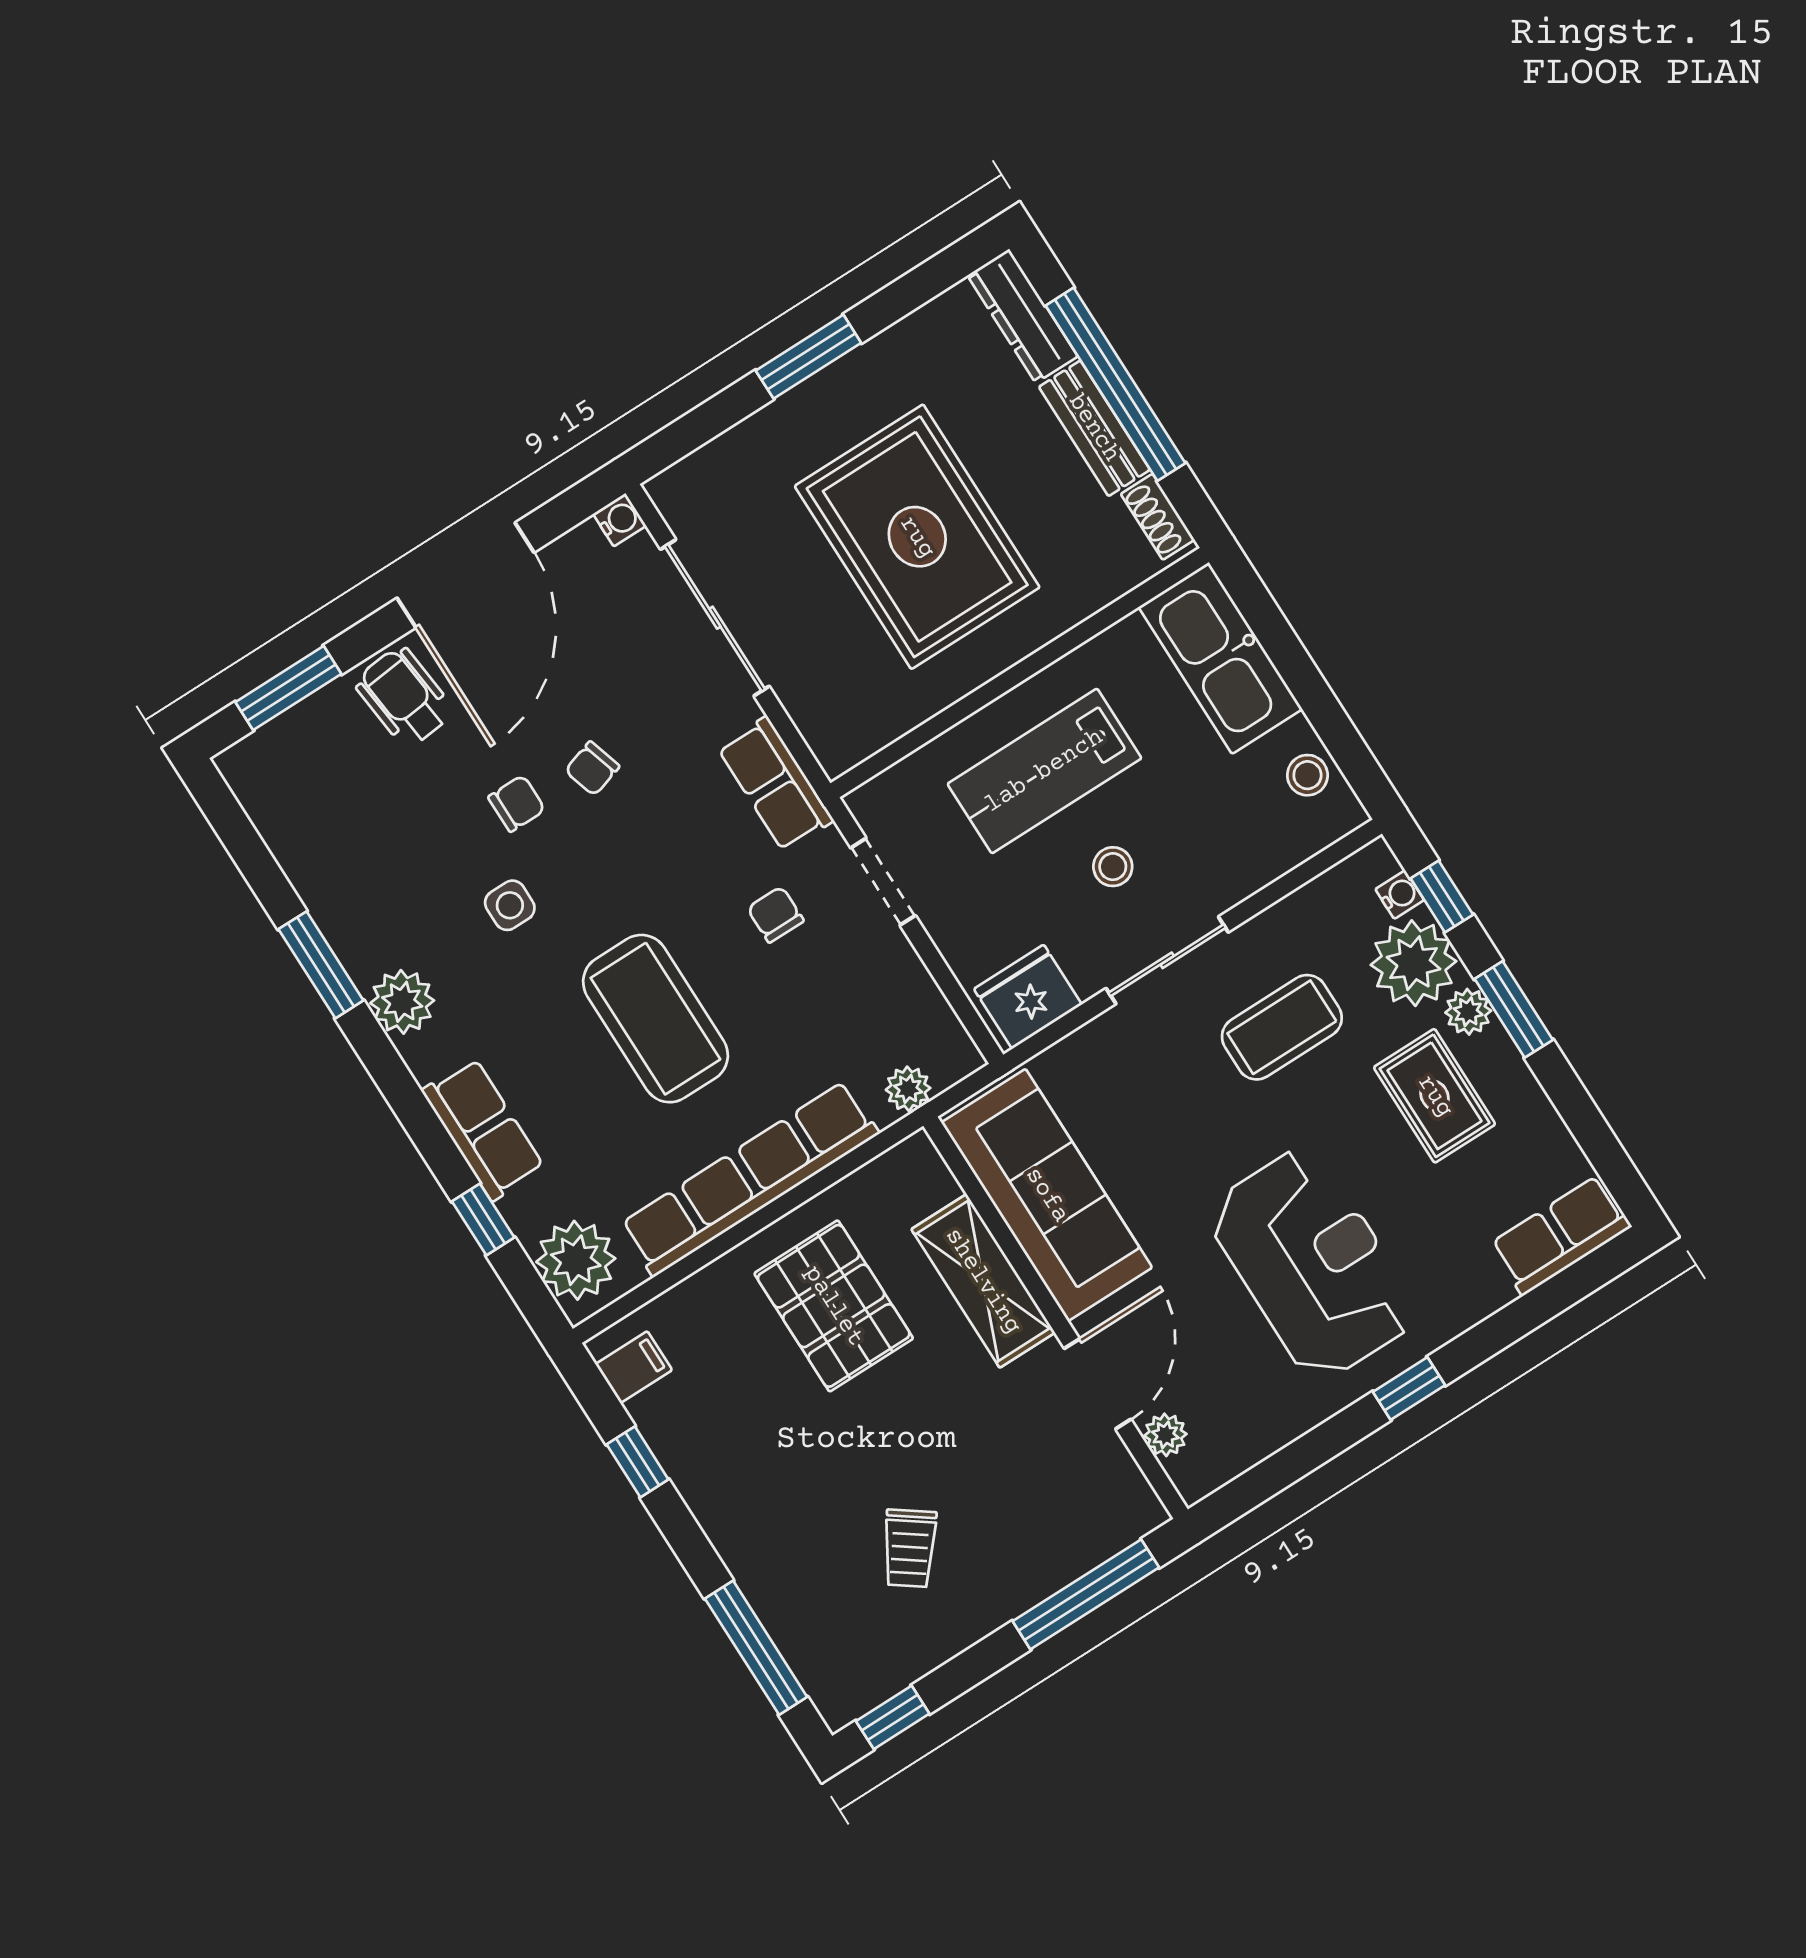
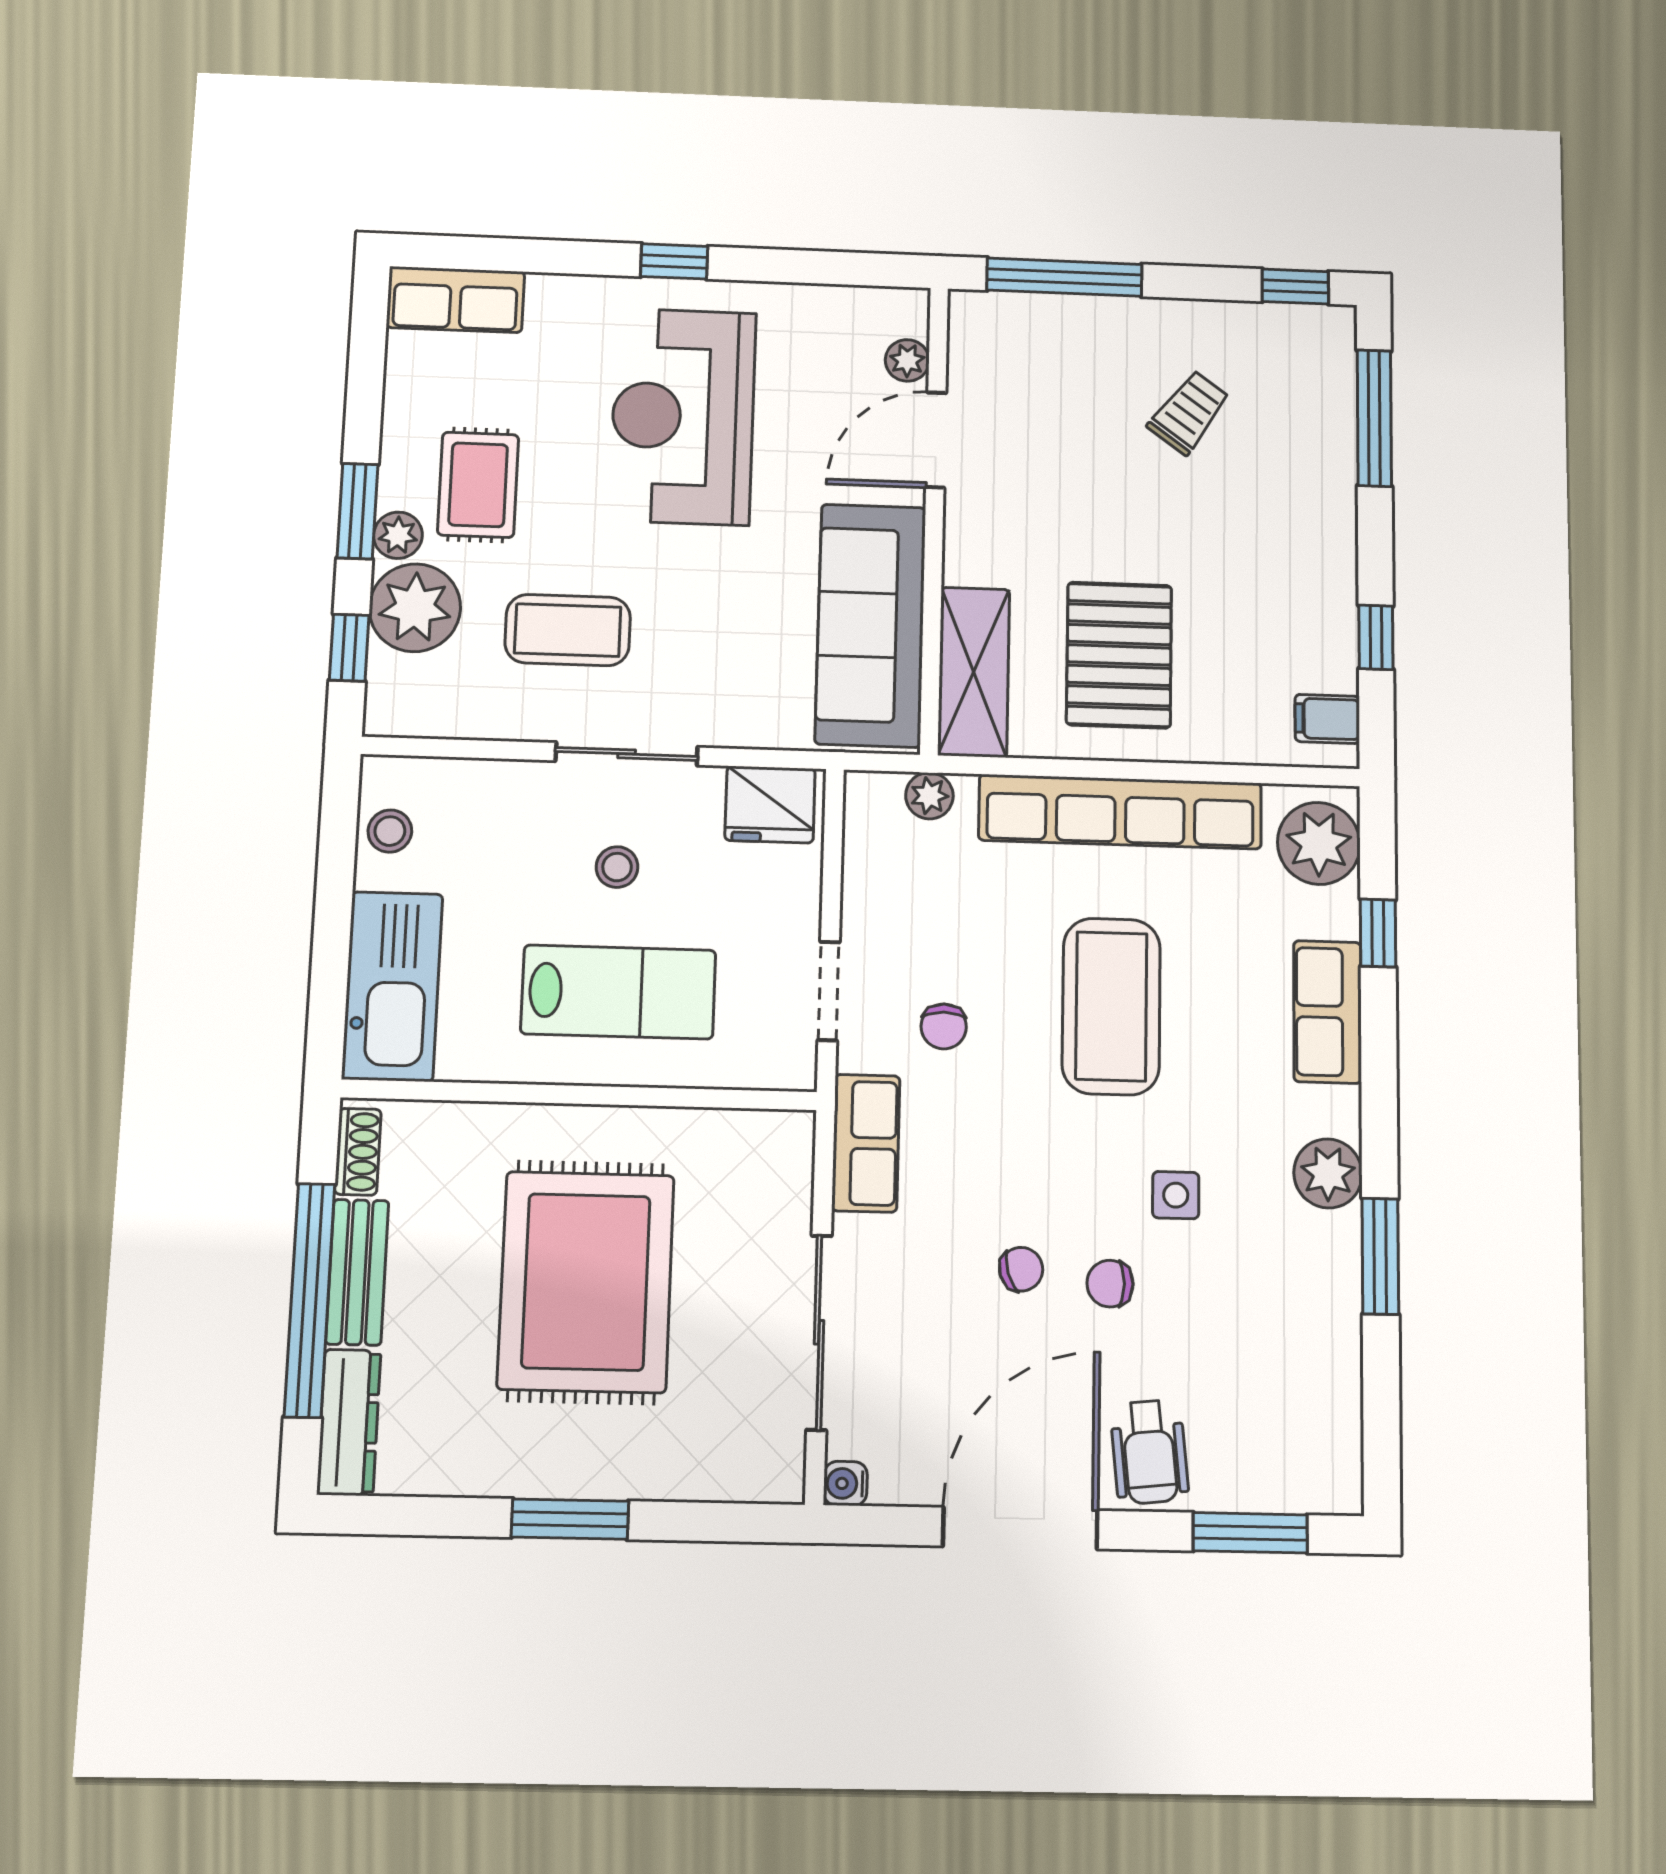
water cooler: (1400, 895) -> (384, 674), removed
shelving: (983, 1281) -> (974, 672), moved

